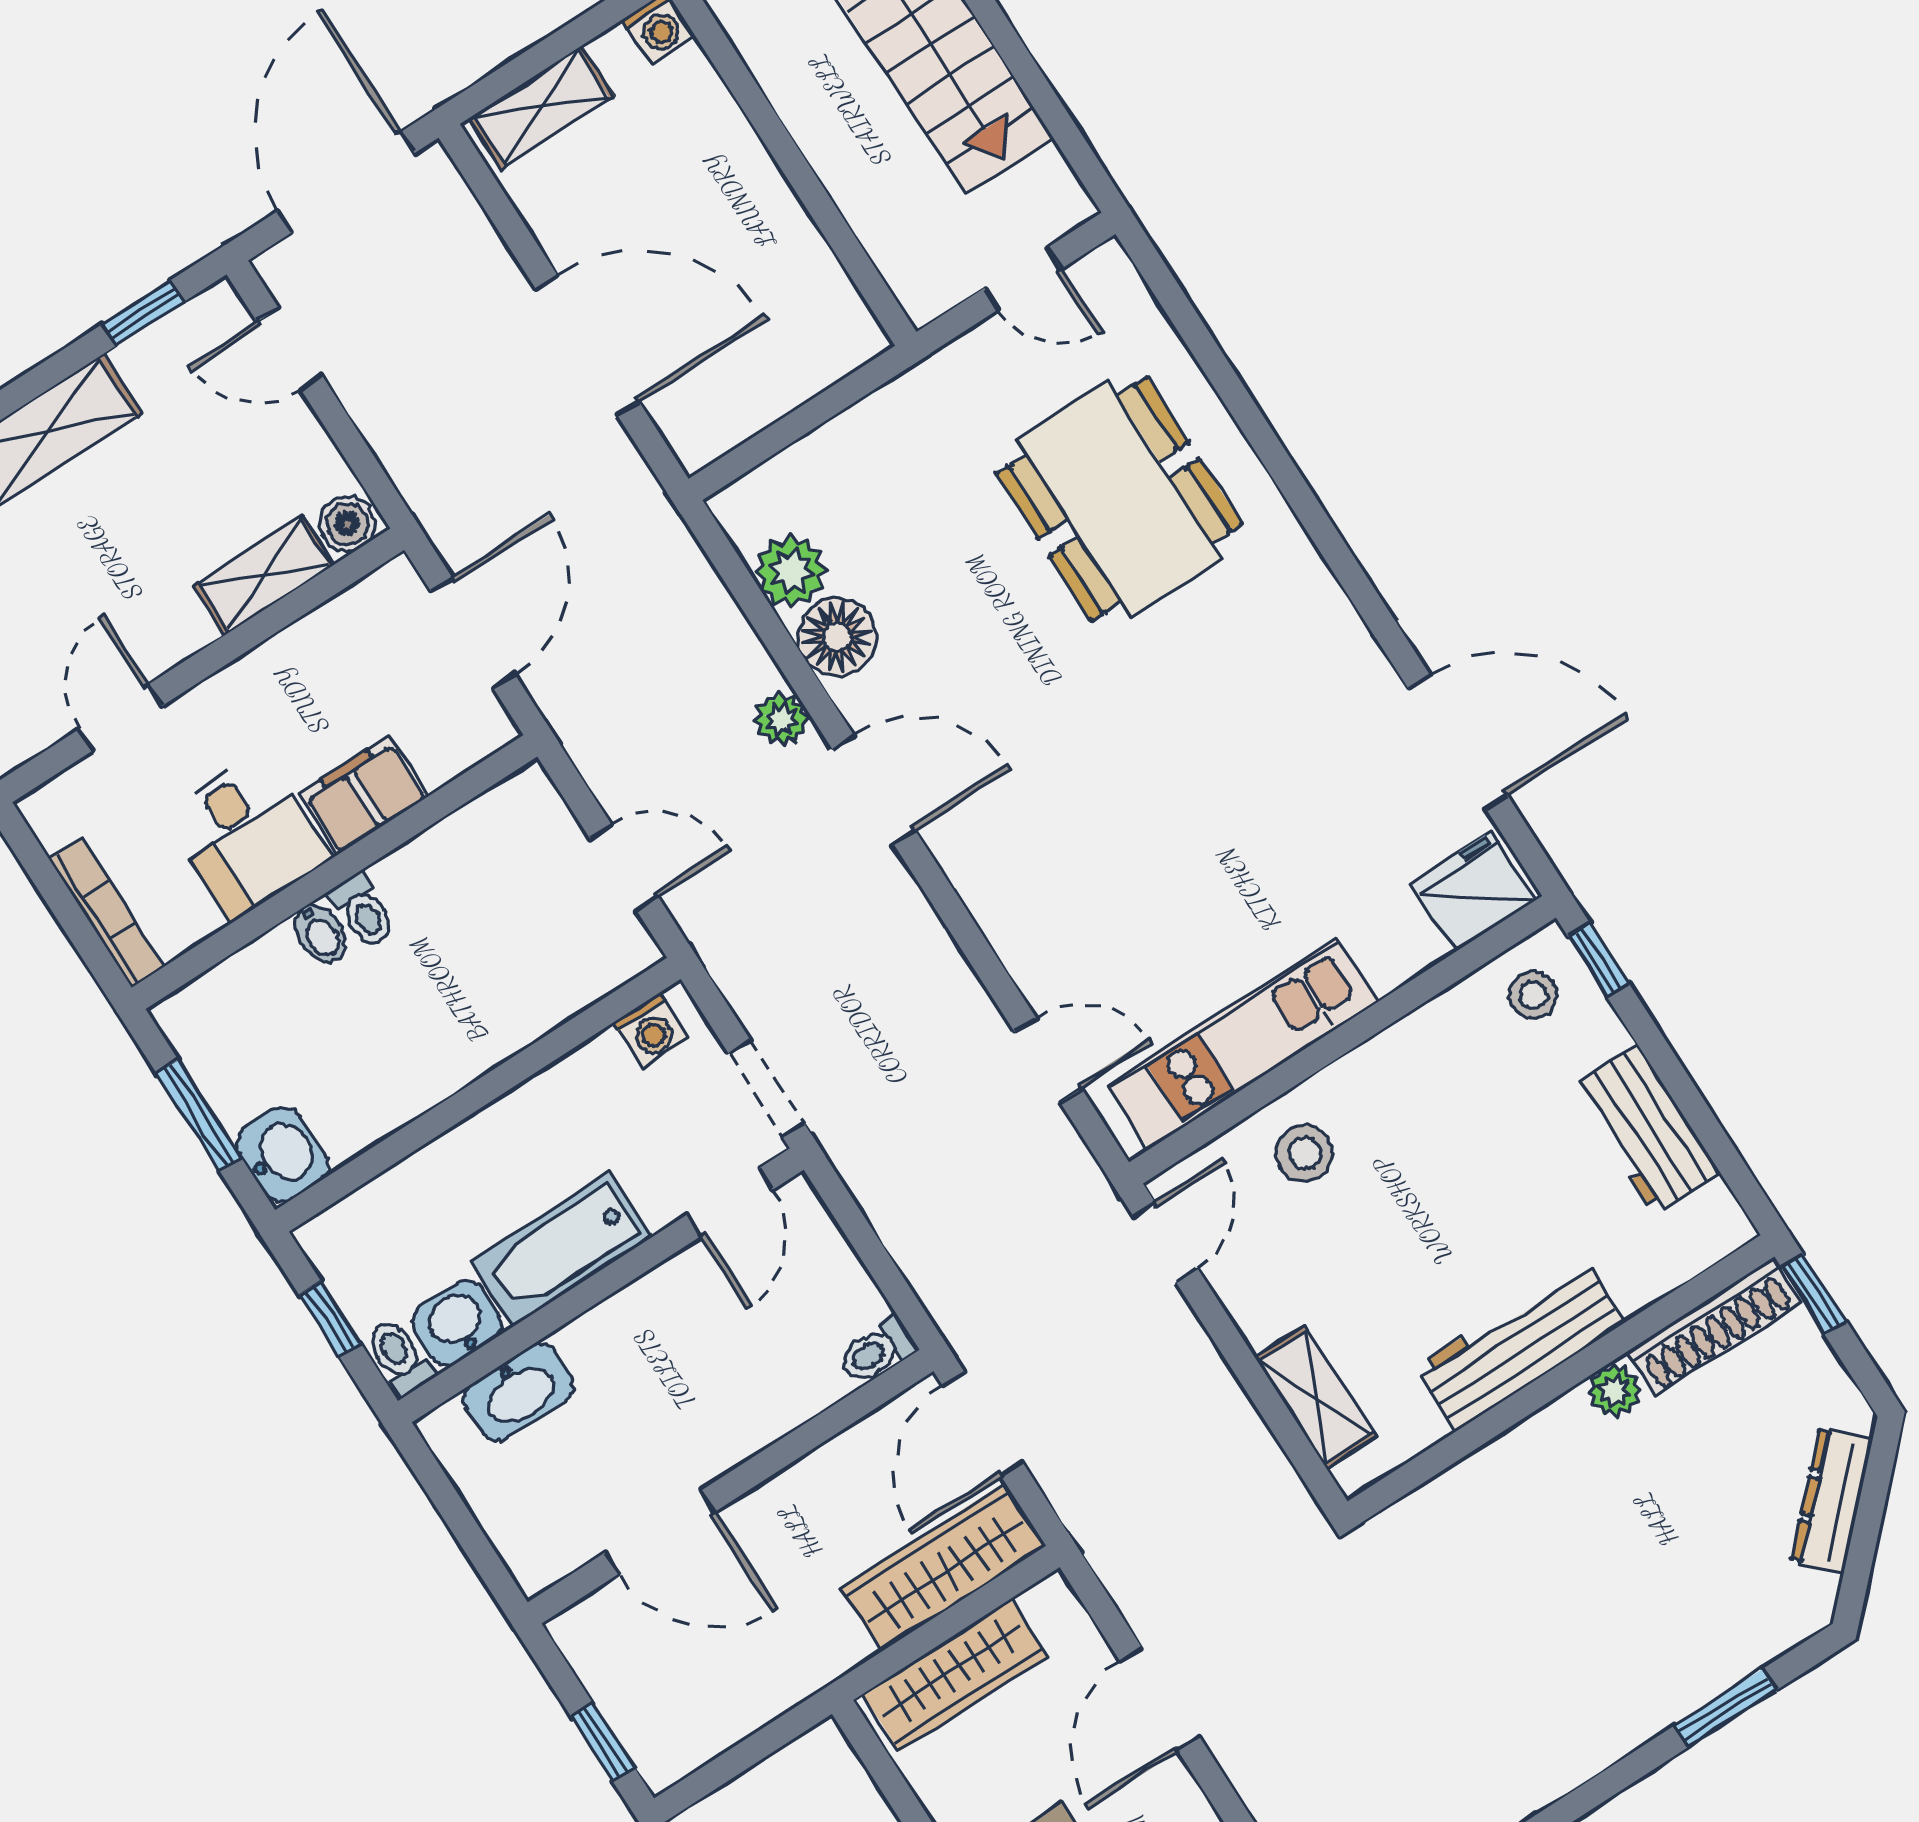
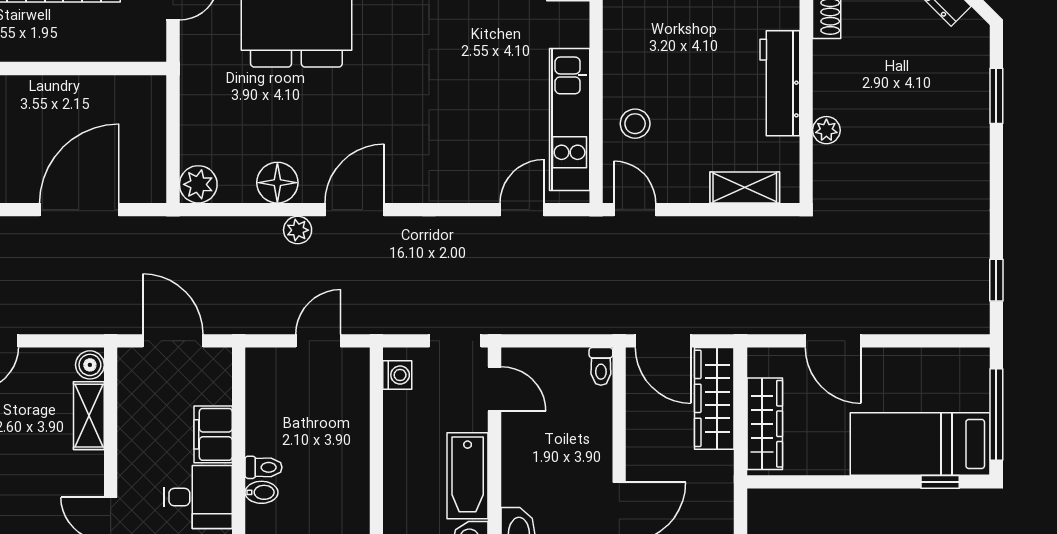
plant: (791, 571) -> (198, 184), moved
plant: (1615, 1391) -> (826, 130), moved

